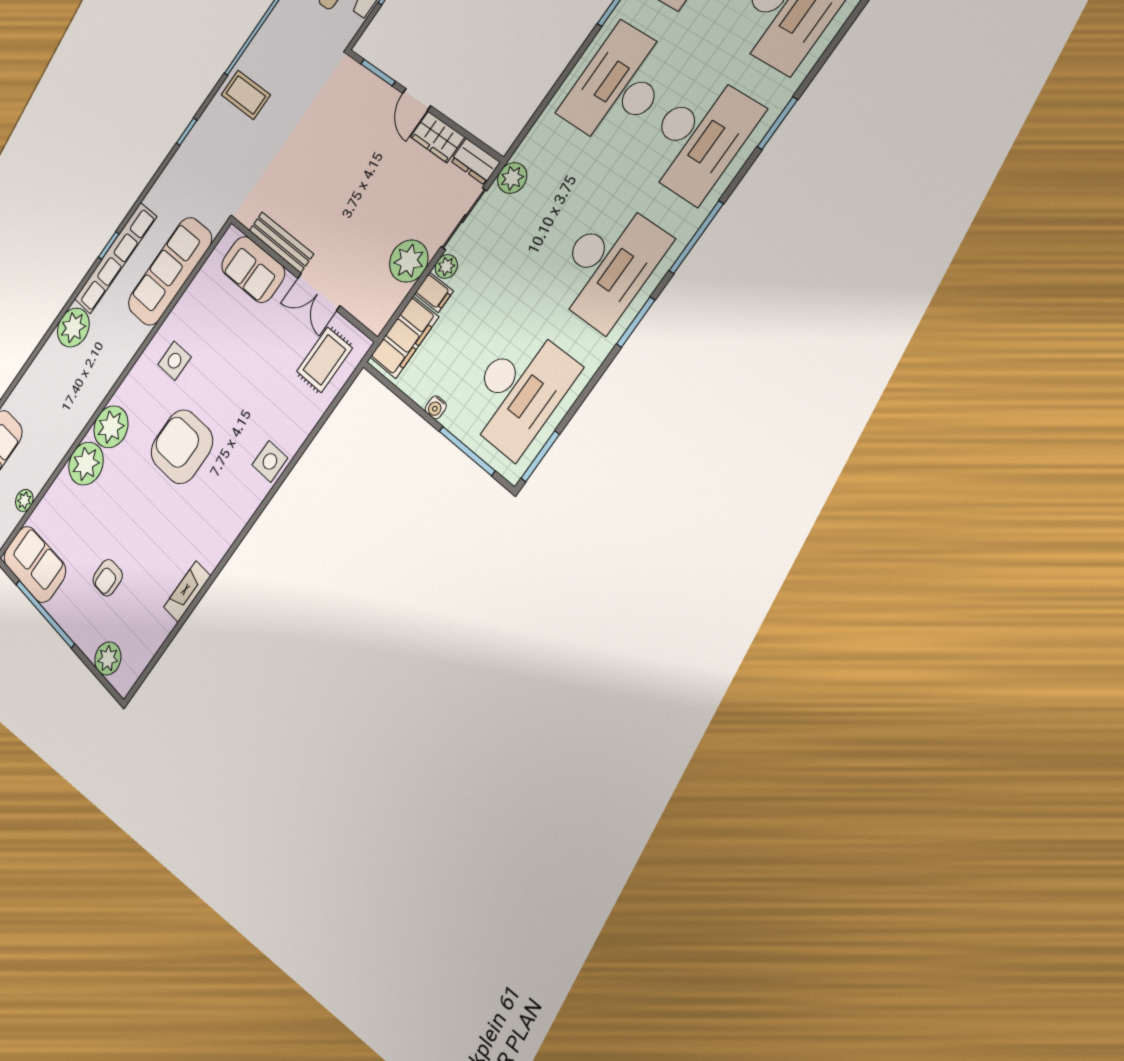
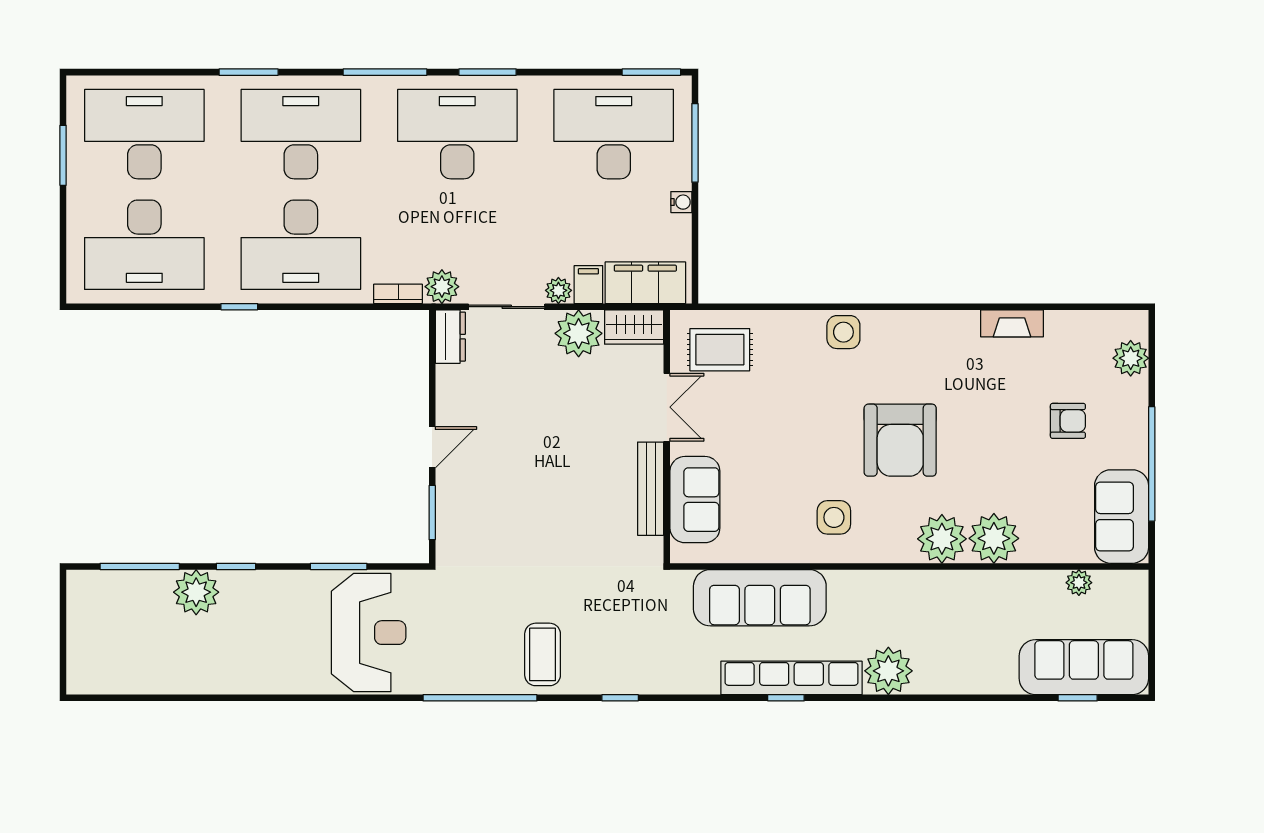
wardrobe: (437, 137) -> (634, 327), moved, turned 90
bookcase: (531, 140) -> (398, 294), added

